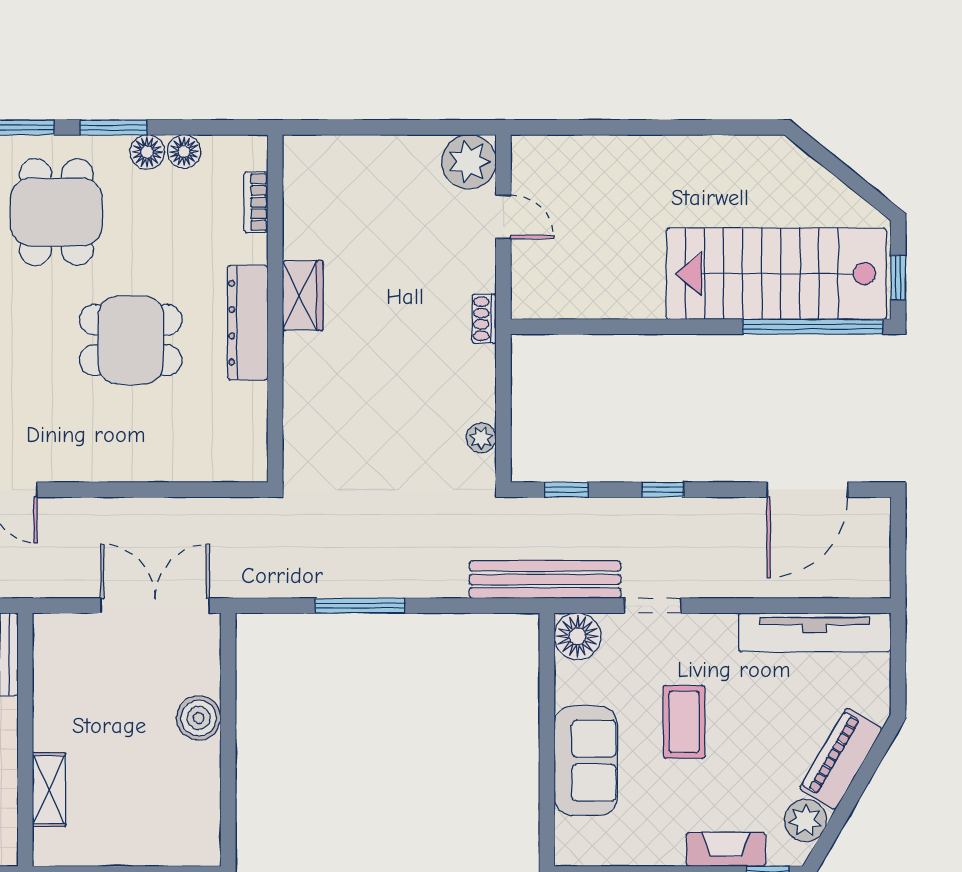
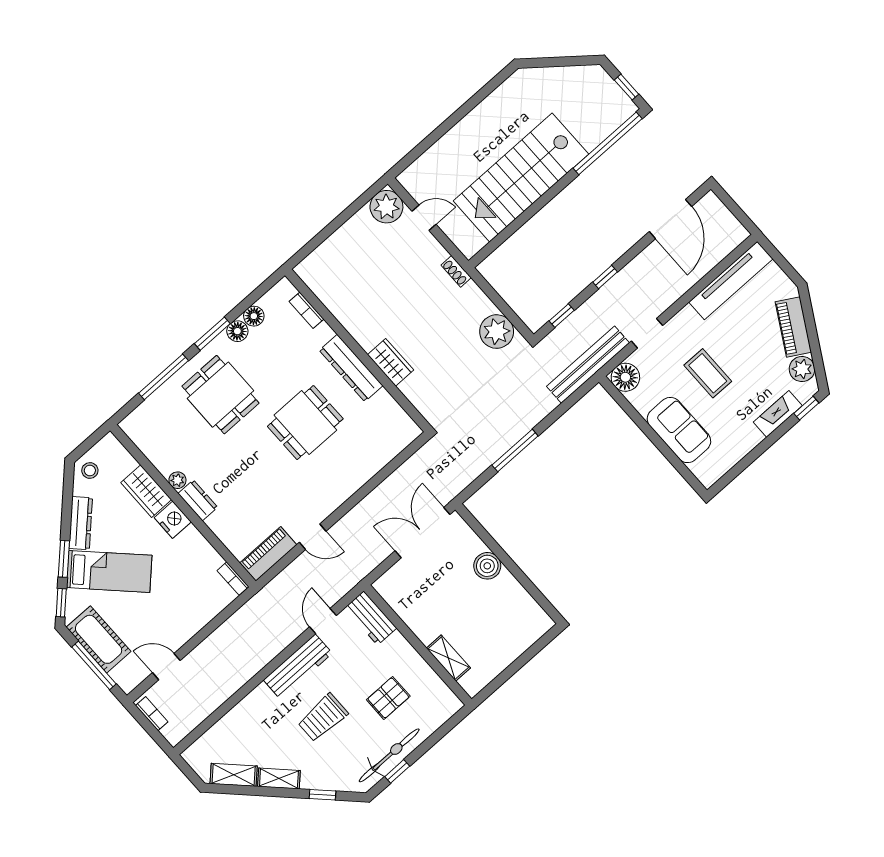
stairs: (776, 274) -> (521, 177), moved
wardrobe: (303, 296) -> (391, 362), moved
plant: (481, 438) -> (497, 332), width x1.87, depth x1.87

